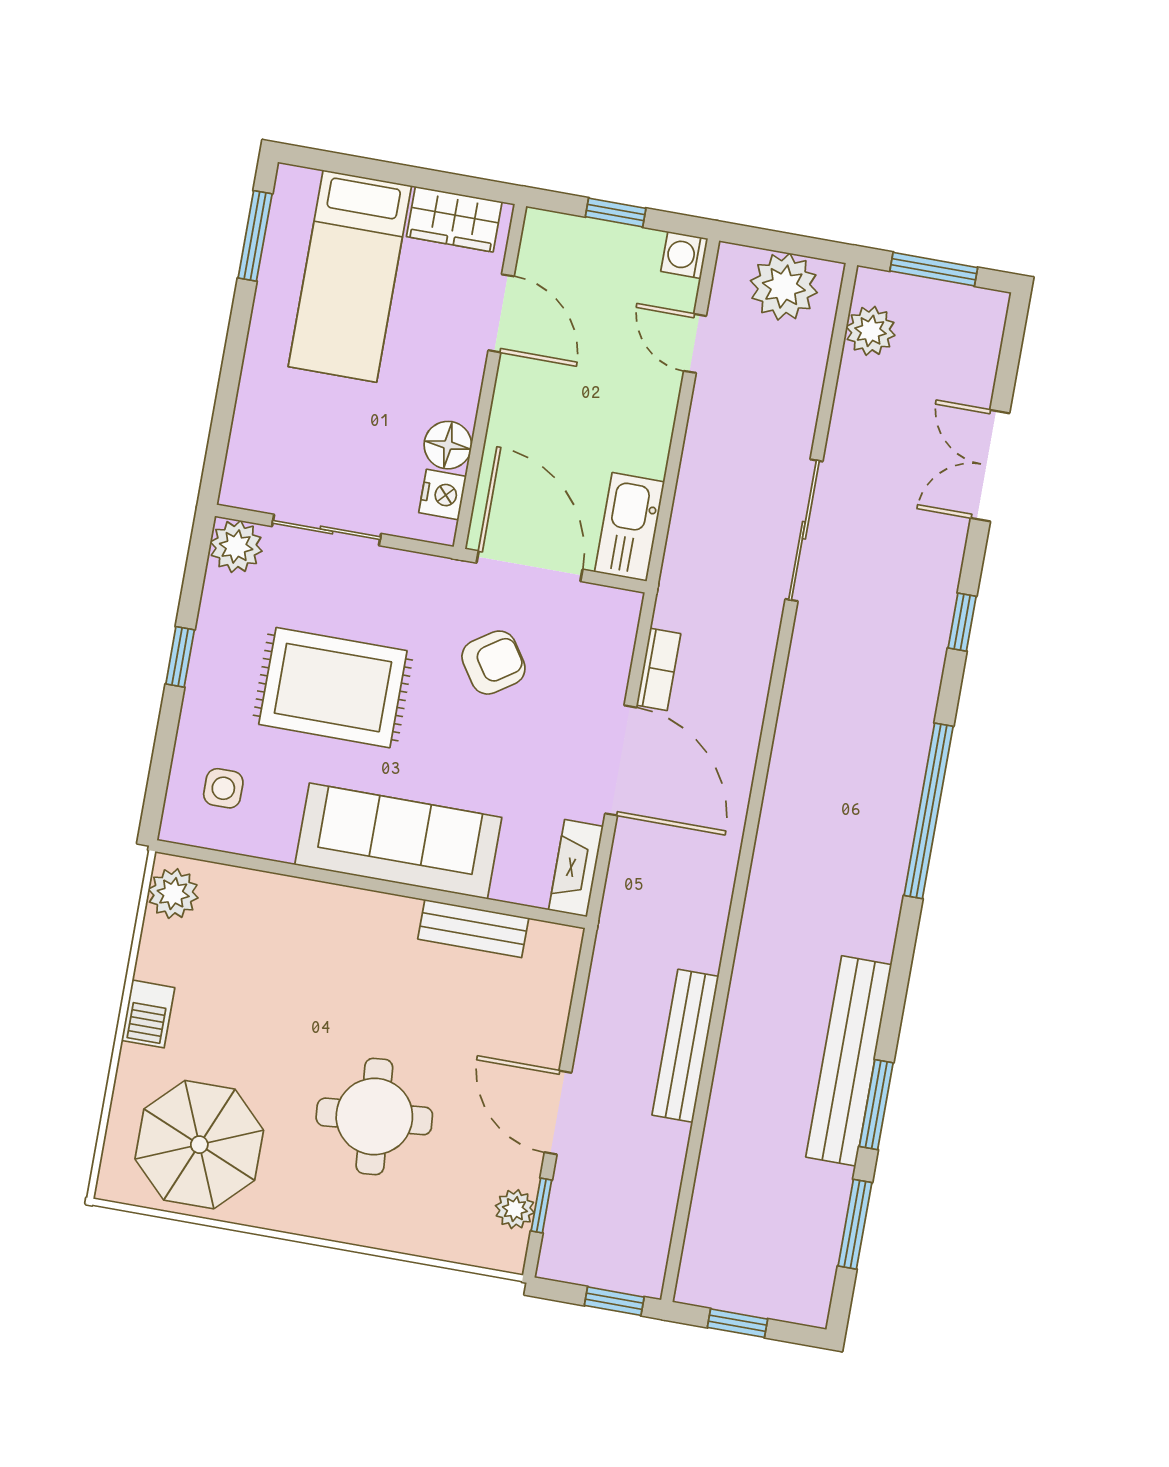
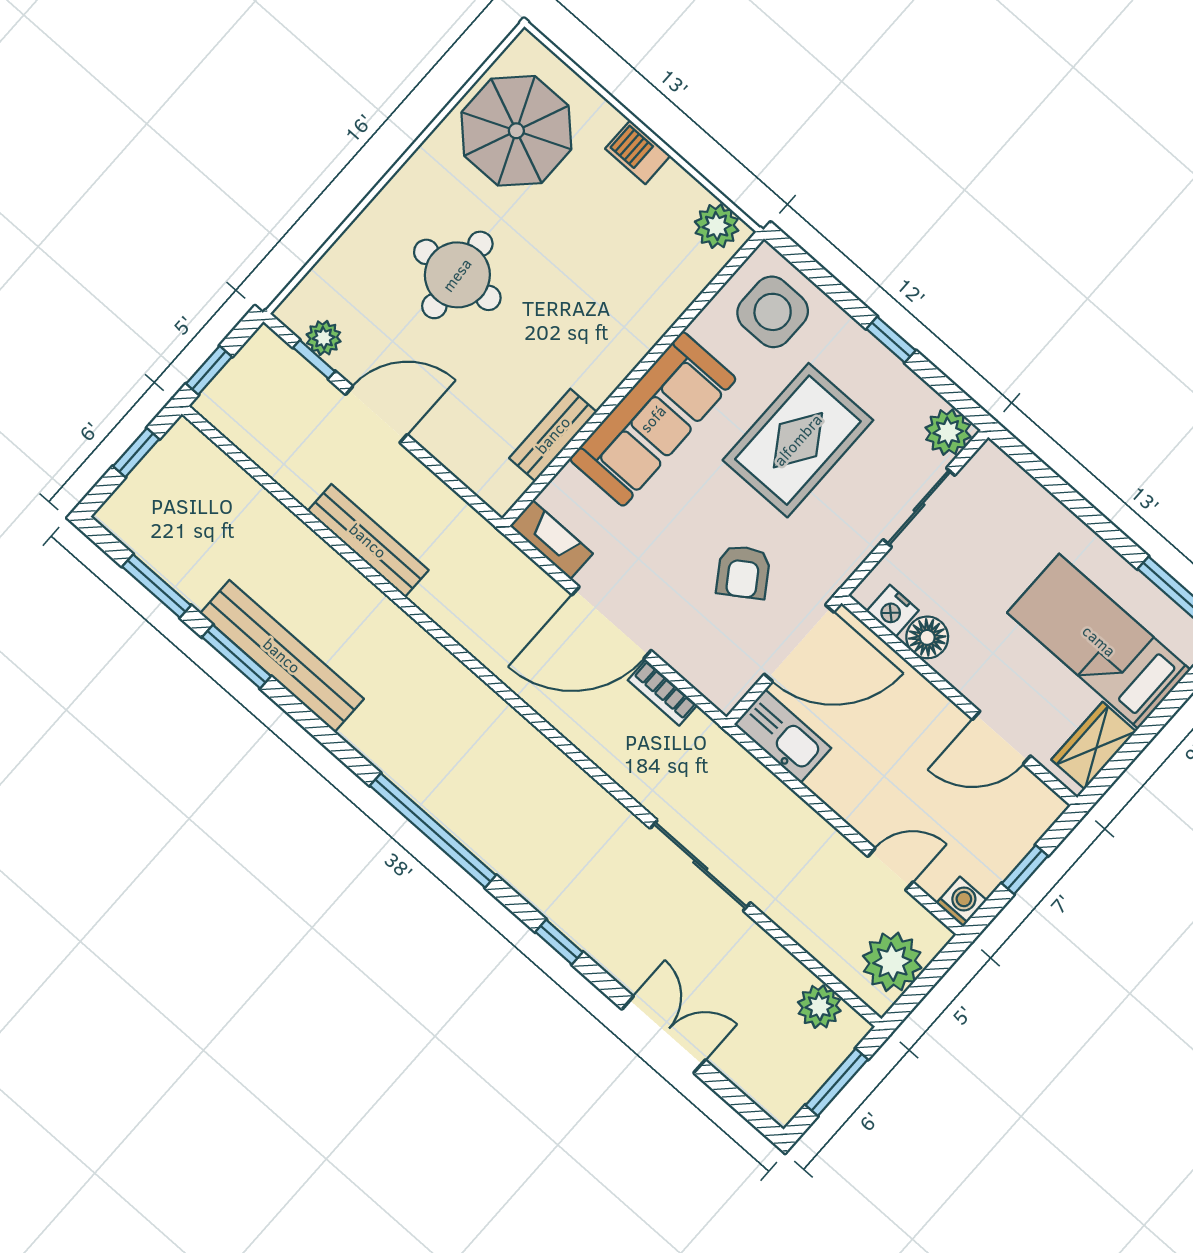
side table: (223, 788) -> (773, 312), width x1.87, depth x1.87

